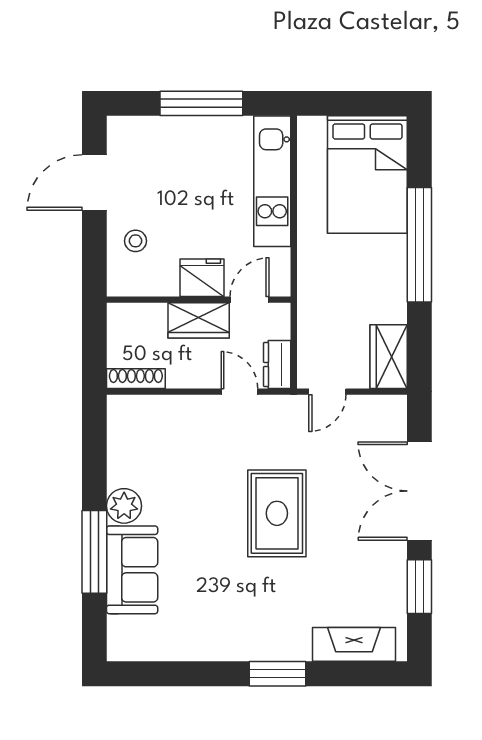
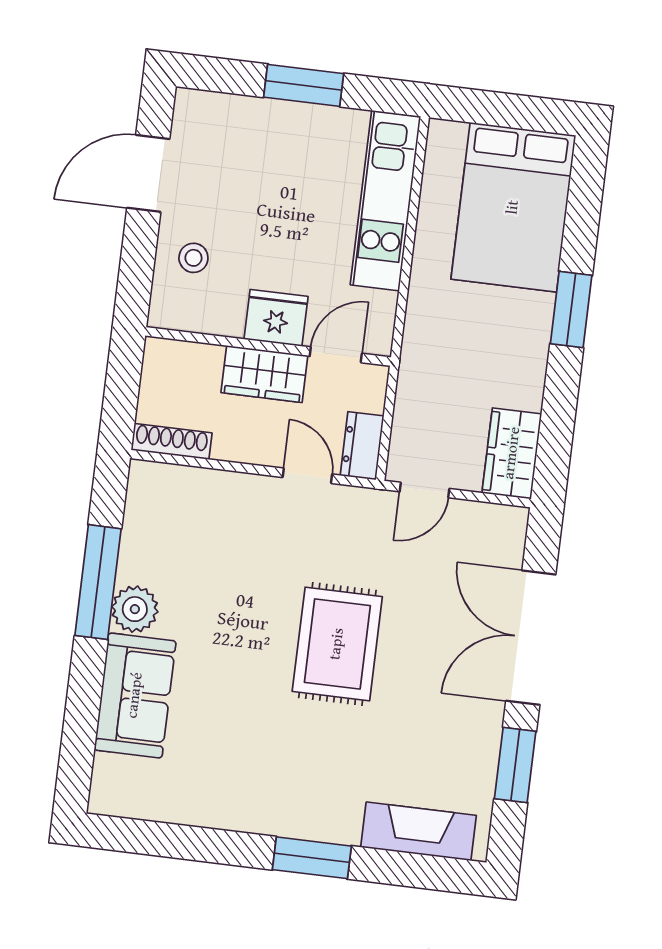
window: (201, 103) -> (304, 85), width x0.69
window: (419, 245) -> (571, 310), width x0.47
window: (94, 552) -> (98, 582), moved

